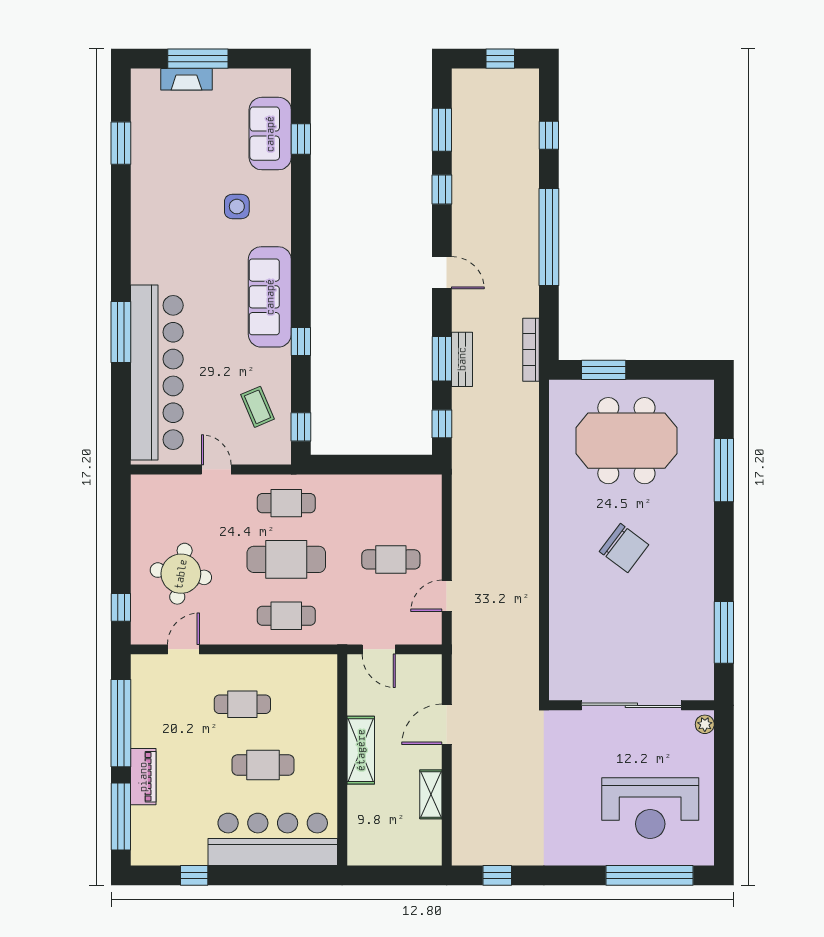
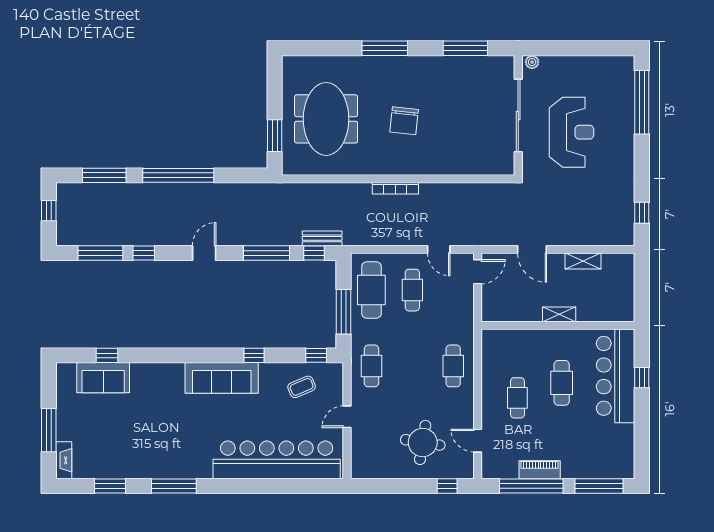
fireplace: (186, 79) -> (64, 460), moved
window: (442, 130) -> (100, 253), width x1.44
window: (549, 135) -> (104, 175), width x2.17
side table: (237, 207) -> (156, 402), removed
window: (121, 332) -> (174, 486), moved
bookcase: (531, 350) -> (395, 188), moved
window: (442, 359) -> (267, 253), width x1.44
bench: (462, 359) -> (322, 238), moved
window: (361, 465) -> (343, 312), added
window: (724, 470) -> (385, 48), moved
chair: (624, 548) -> (404, 121), turned 149
cafe table: (286, 559) -> (371, 290), moved
door: (379, 649) -> (478, 272), moved
shelving: (361, 750) -> (559, 314), width x0.67, depth x0.75
piano: (143, 777) -> (540, 470), moved
reception desk: (650, 808) -> (572, 132), moved
window: (194, 875) -> (642, 378), moved

